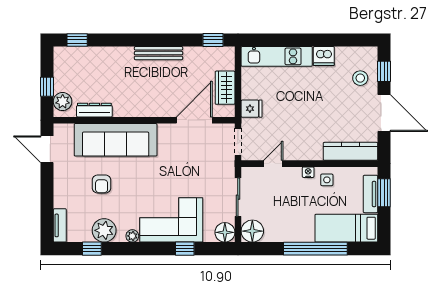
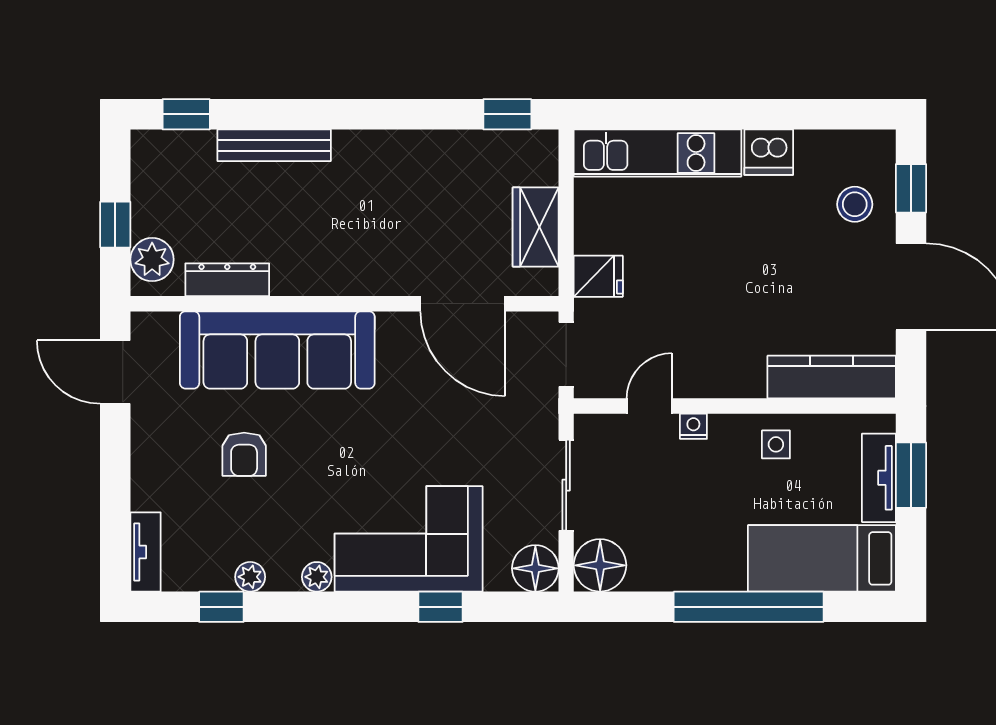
bench: (159, 53) -> (274, 145), moved
door: (194, 120) -> (463, 304), swing flipped
nightstand: (308, 172) -> (693, 426), moved
plant: (104, 230) -> (250, 577), width x0.53, depth x0.53

